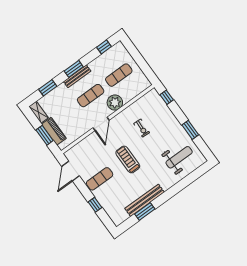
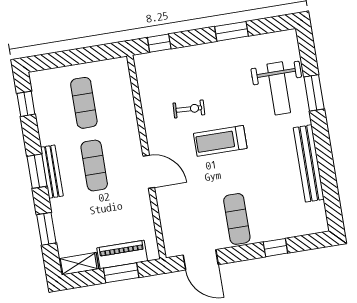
plant: (115, 103) -> (125, 132), removed
weight bench: (179, 157) -> (279, 88), moved, turned 180
treadmill: (128, 160) -> (220, 141), moved
window: (145, 212) -> (314, 93), moved

